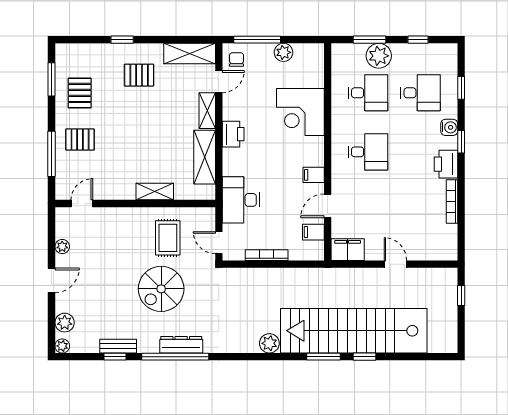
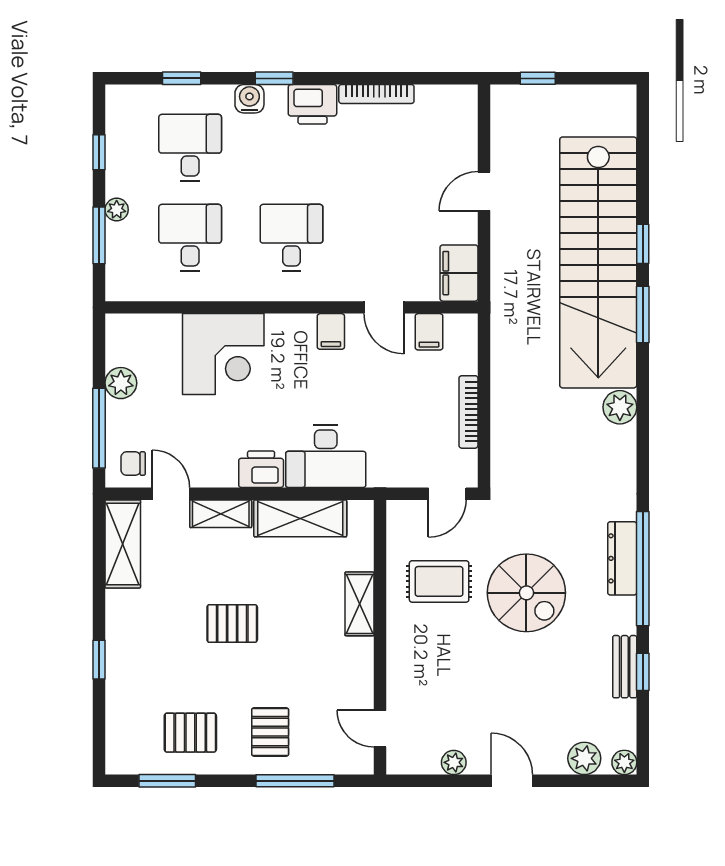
plant: (379, 56) -> (117, 210), width x0.53, depth x0.53
pallet: (139, 75) -> (232, 623), moved, turned 90
desk: (241, 200) -> (326, 456), moved

